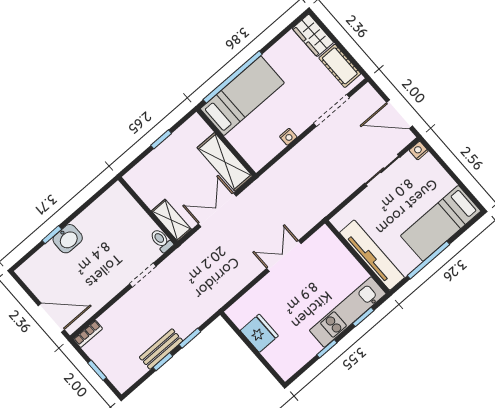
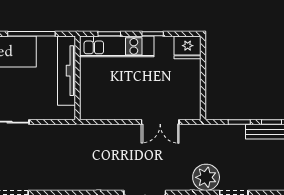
double door: (284, 256) -> (160, 122), moved
plant: (177, 268) -> (206, 177), added
fridge: (259, 333) -> (188, 47), moved, turned -90

